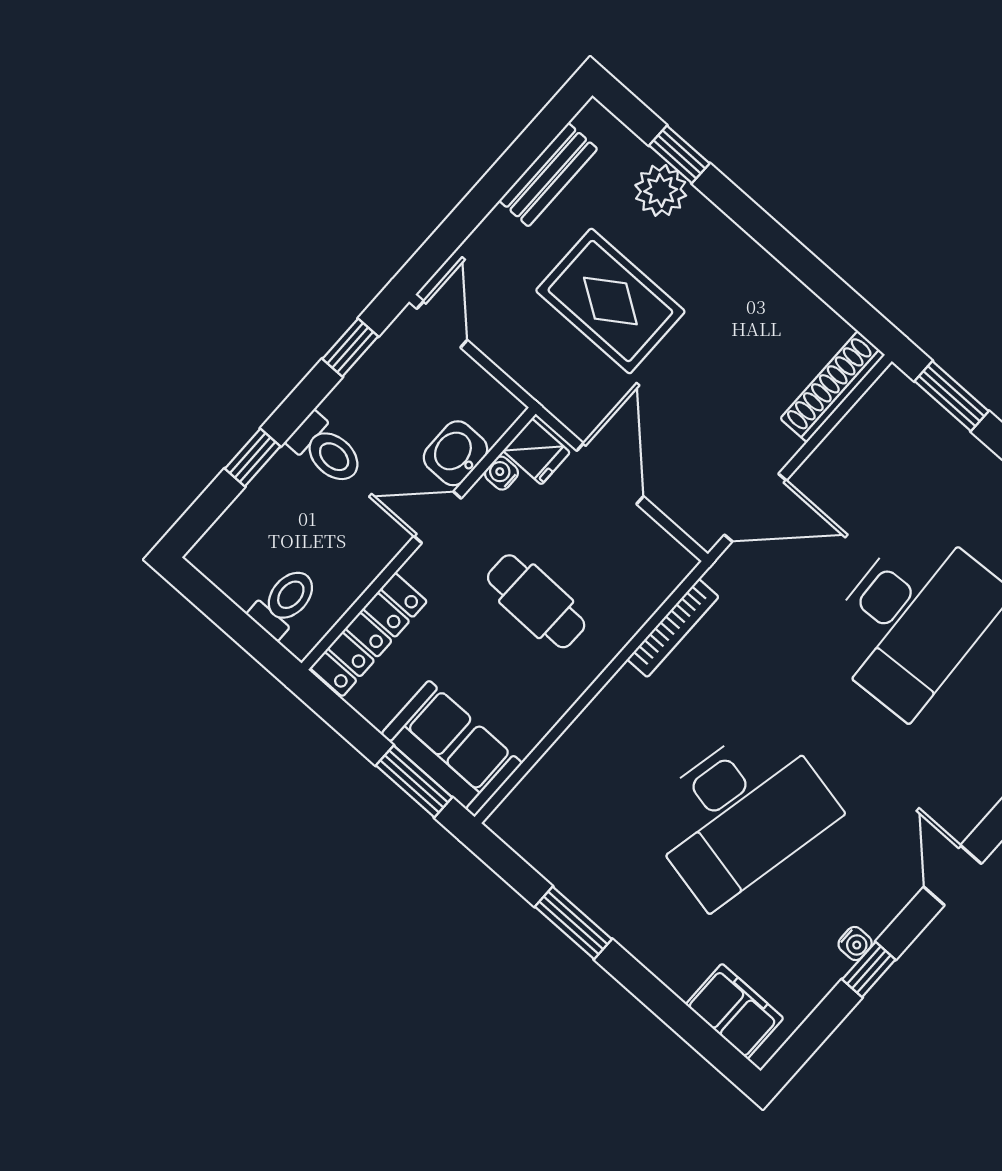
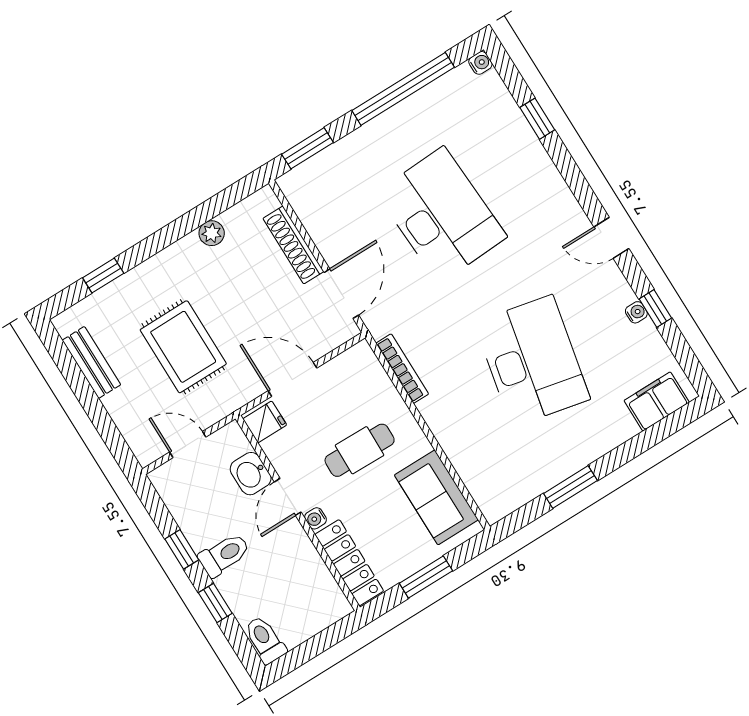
plant: (661, 190) -> (212, 233), moved, width x0.73, depth x0.73
rug: (610, 301) -> (183, 347), turned 90
door: (442, 324) -> (188, 445), moved
window: (350, 348) -> (182, 549), moved
shoe rack: (833, 387) -> (293, 245), moved
water cooler: (501, 473) -> (316, 518), moved
toilet: (284, 602) -> (265, 640), moved
sofa: (452, 748) -> (436, 497), moved, turned -90
window: (414, 781) -> (426, 577), moved

